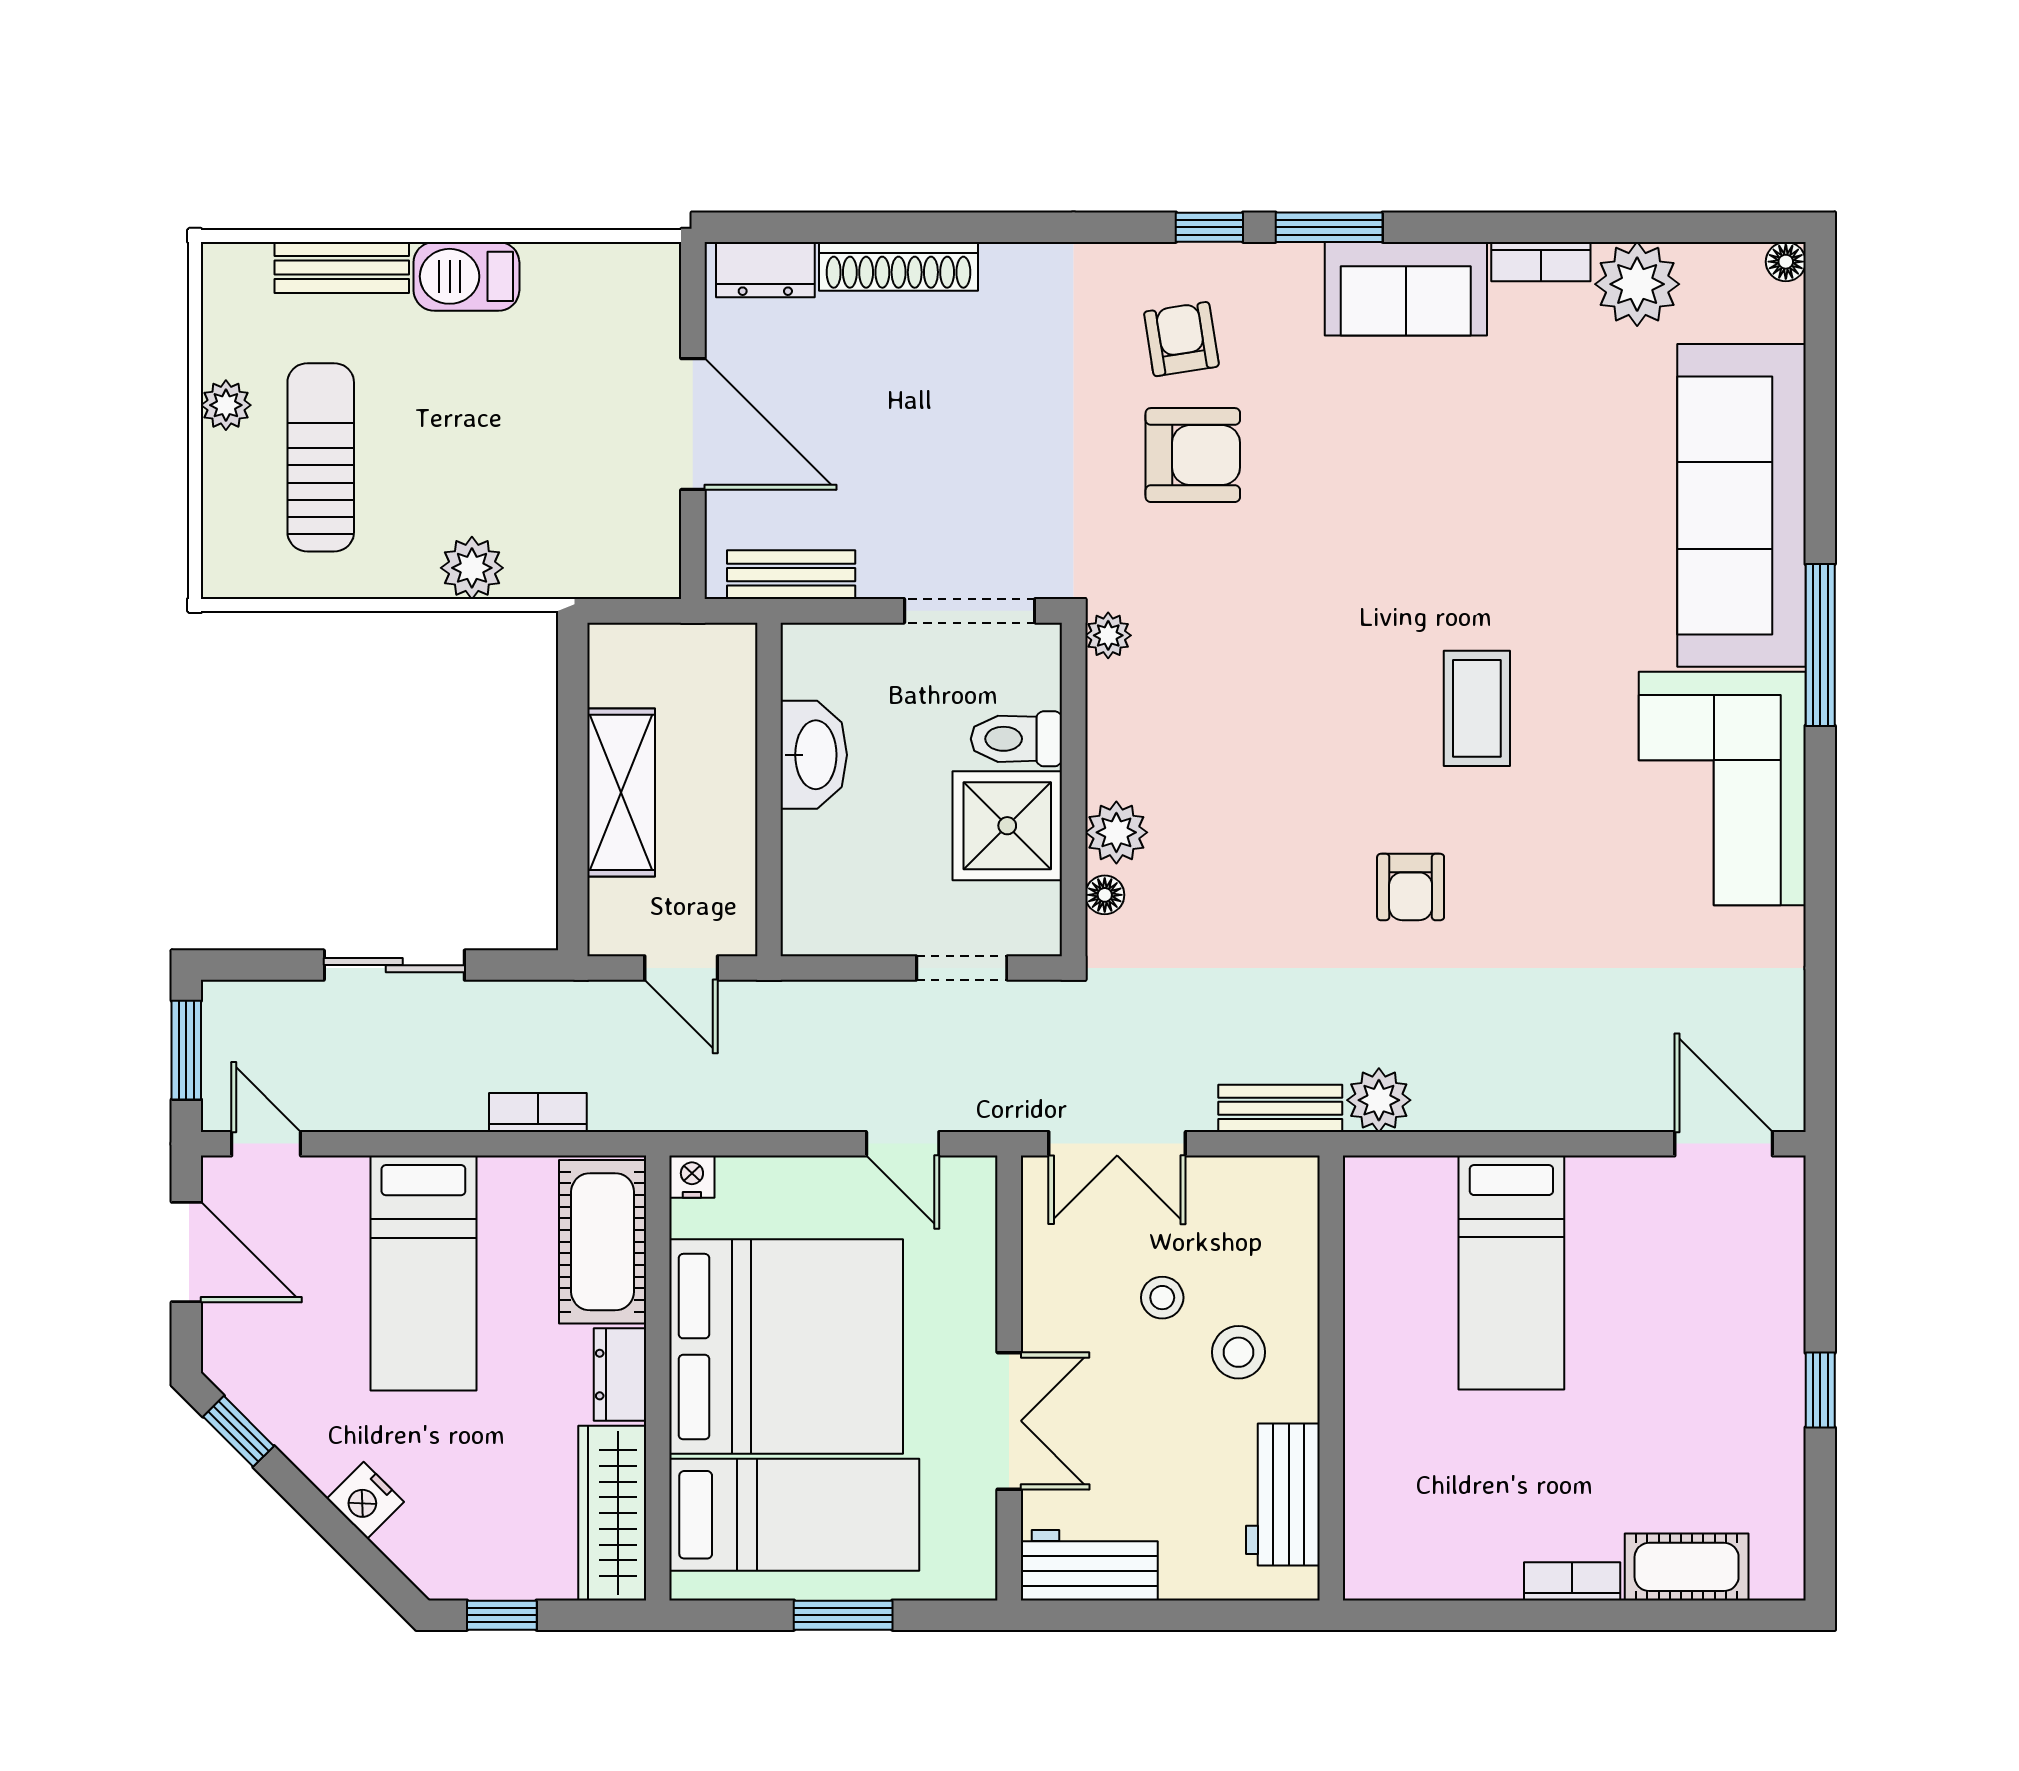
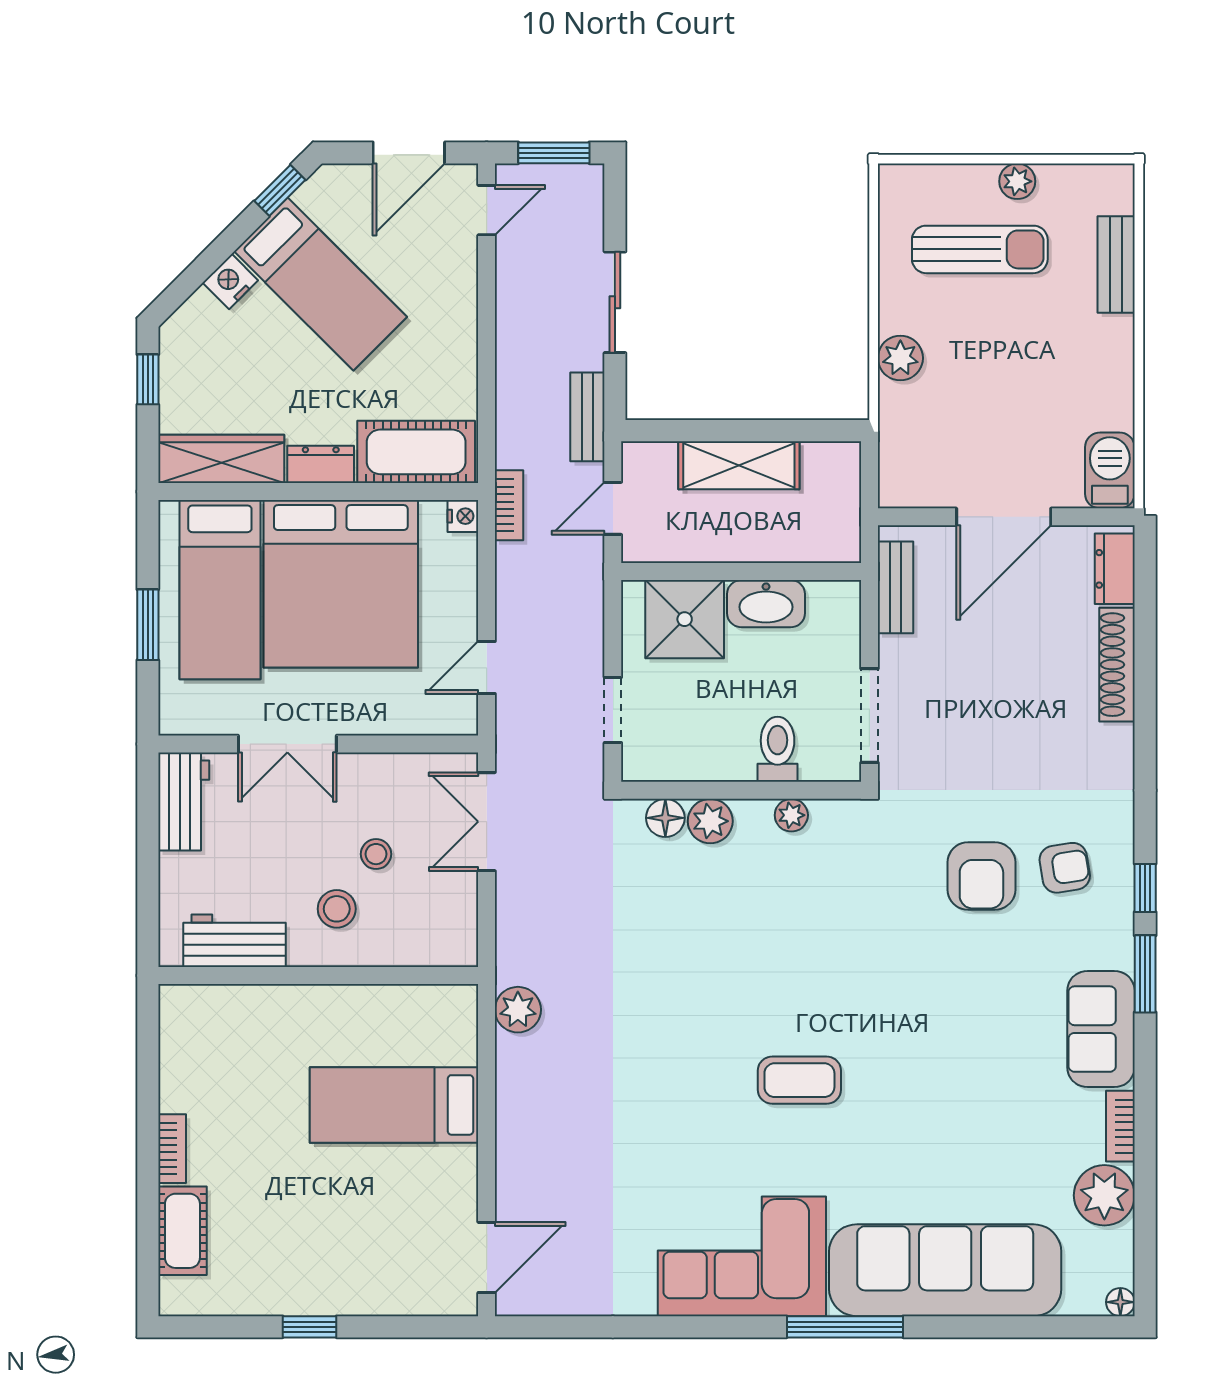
barbecue: (466, 276) -> (1110, 470), moved
plant: (1108, 635) -> (791, 815), moved
shower: (1007, 826) -> (685, 619), moved
armchair: (1411, 887) -> (671, 1032), removed
floor lamp: (1105, 895) -> (665, 818), width x1.37, depth x1.37
bench: (1280, 1108) -> (587, 417), moved
bookcase: (538, 1112) -> (509, 505), moved
bed: (423, 1273) -> (321, 284), moved, turned -135

